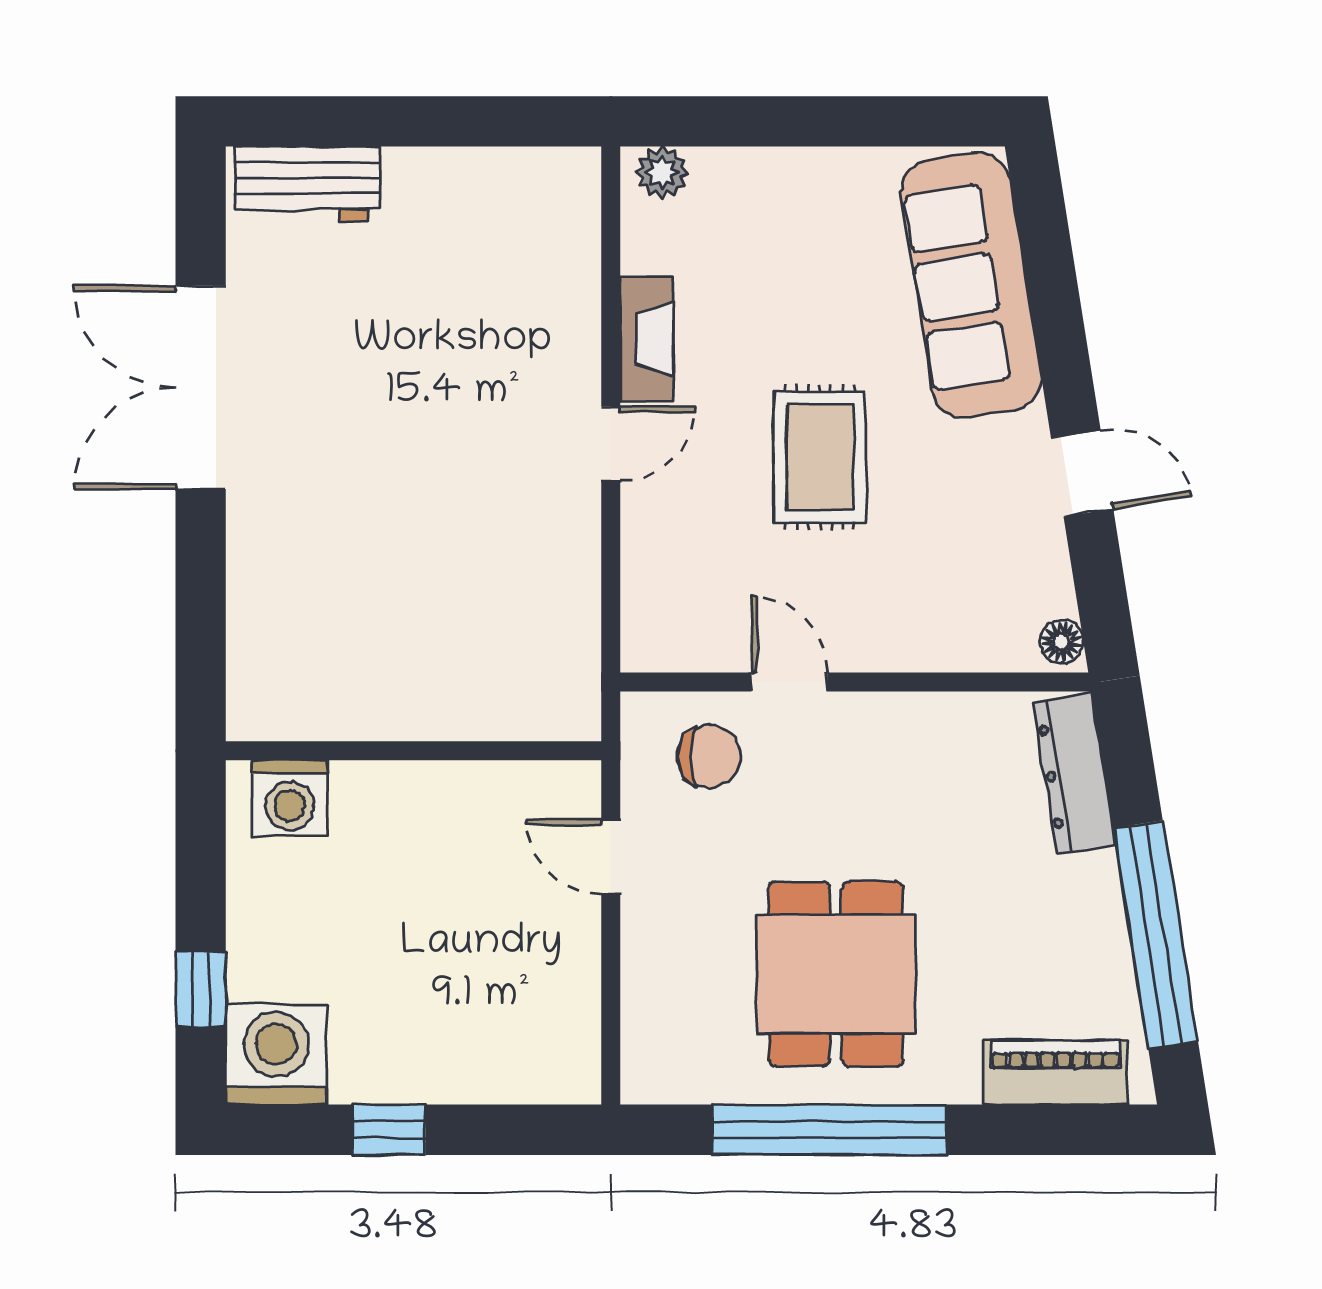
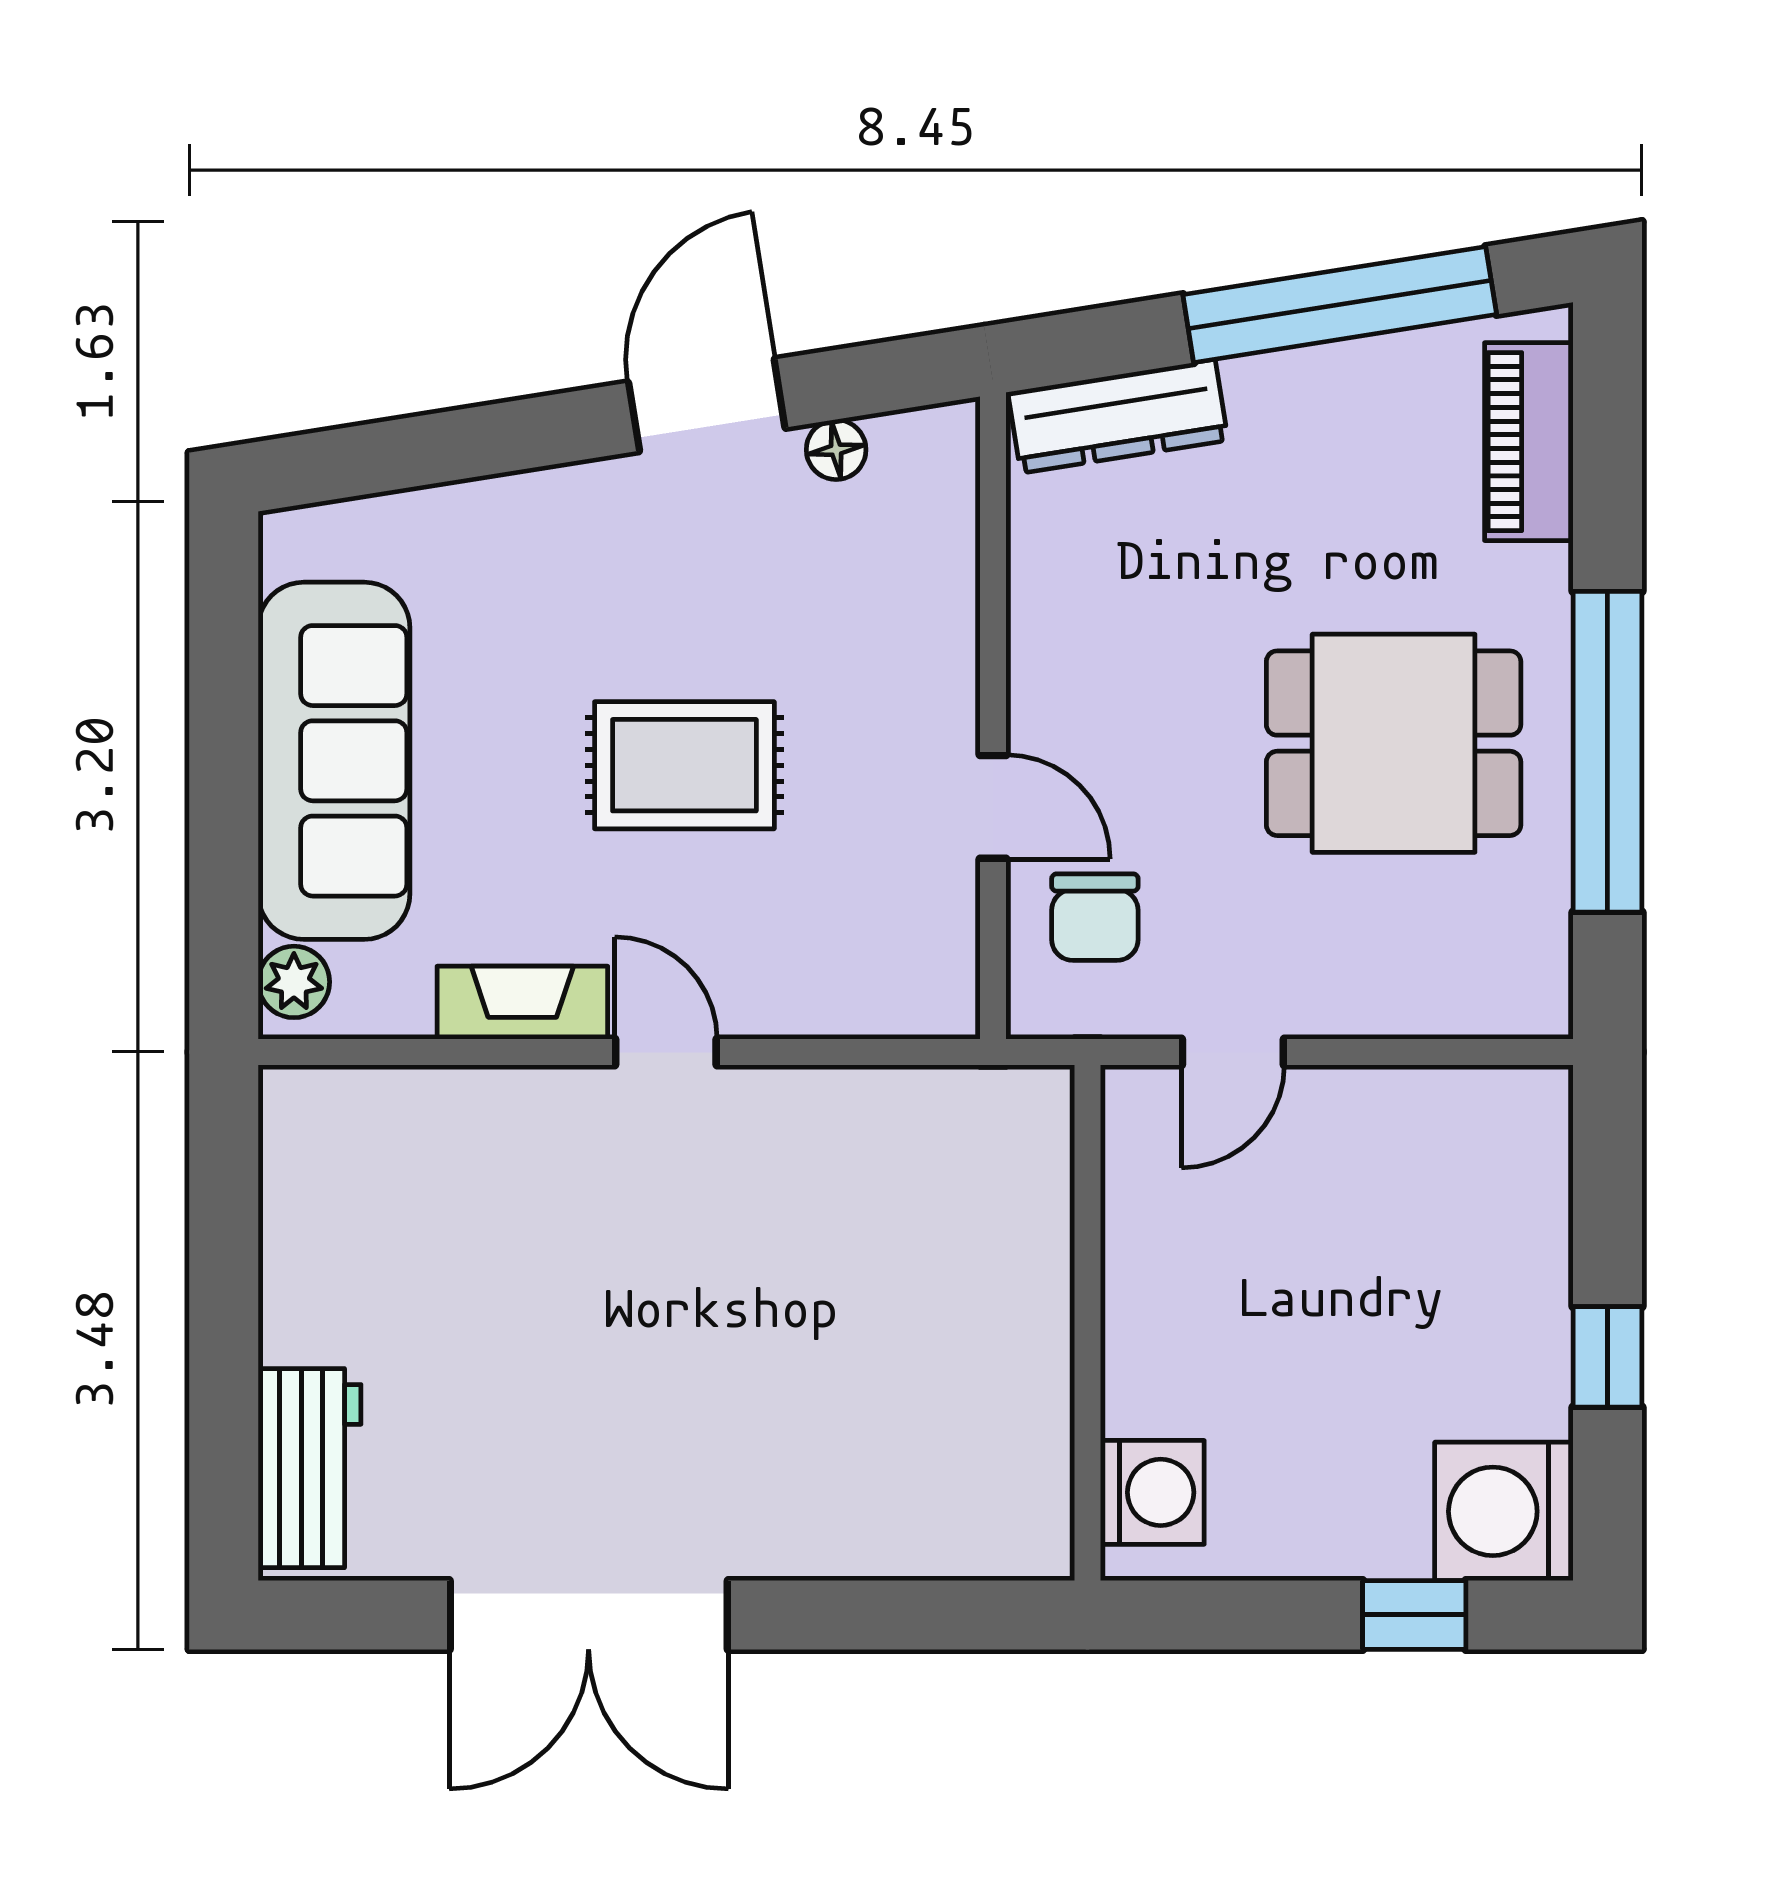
sofa: (971, 285) -> (334, 761), moved, turned -81
door: (1082, 473) -> (707, 405), width x1.38
floor lamp: (1062, 642) -> (836, 450), moved
door: (789, 682) -> (993, 807), swing flipped
chair: (709, 756) -> (1095, 917), turned 180

